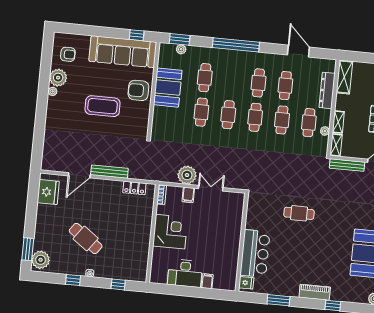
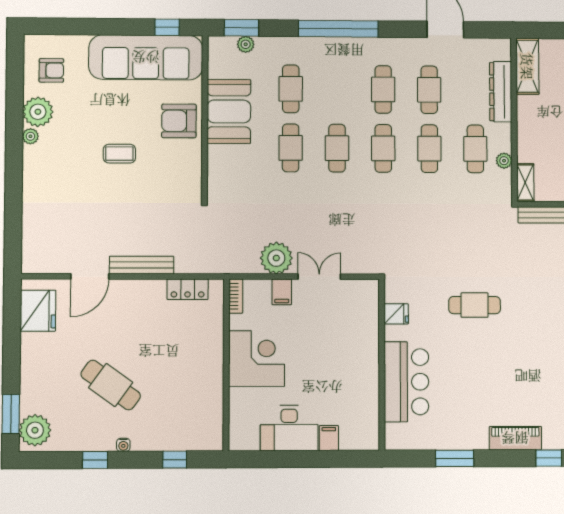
coffee table: (103, 106) -> (119, 154), width x0.54, depth x0.58
shelving: (338, 122) -> (525, 143), removed
fridge: (246, 283) -> (396, 314), moved

